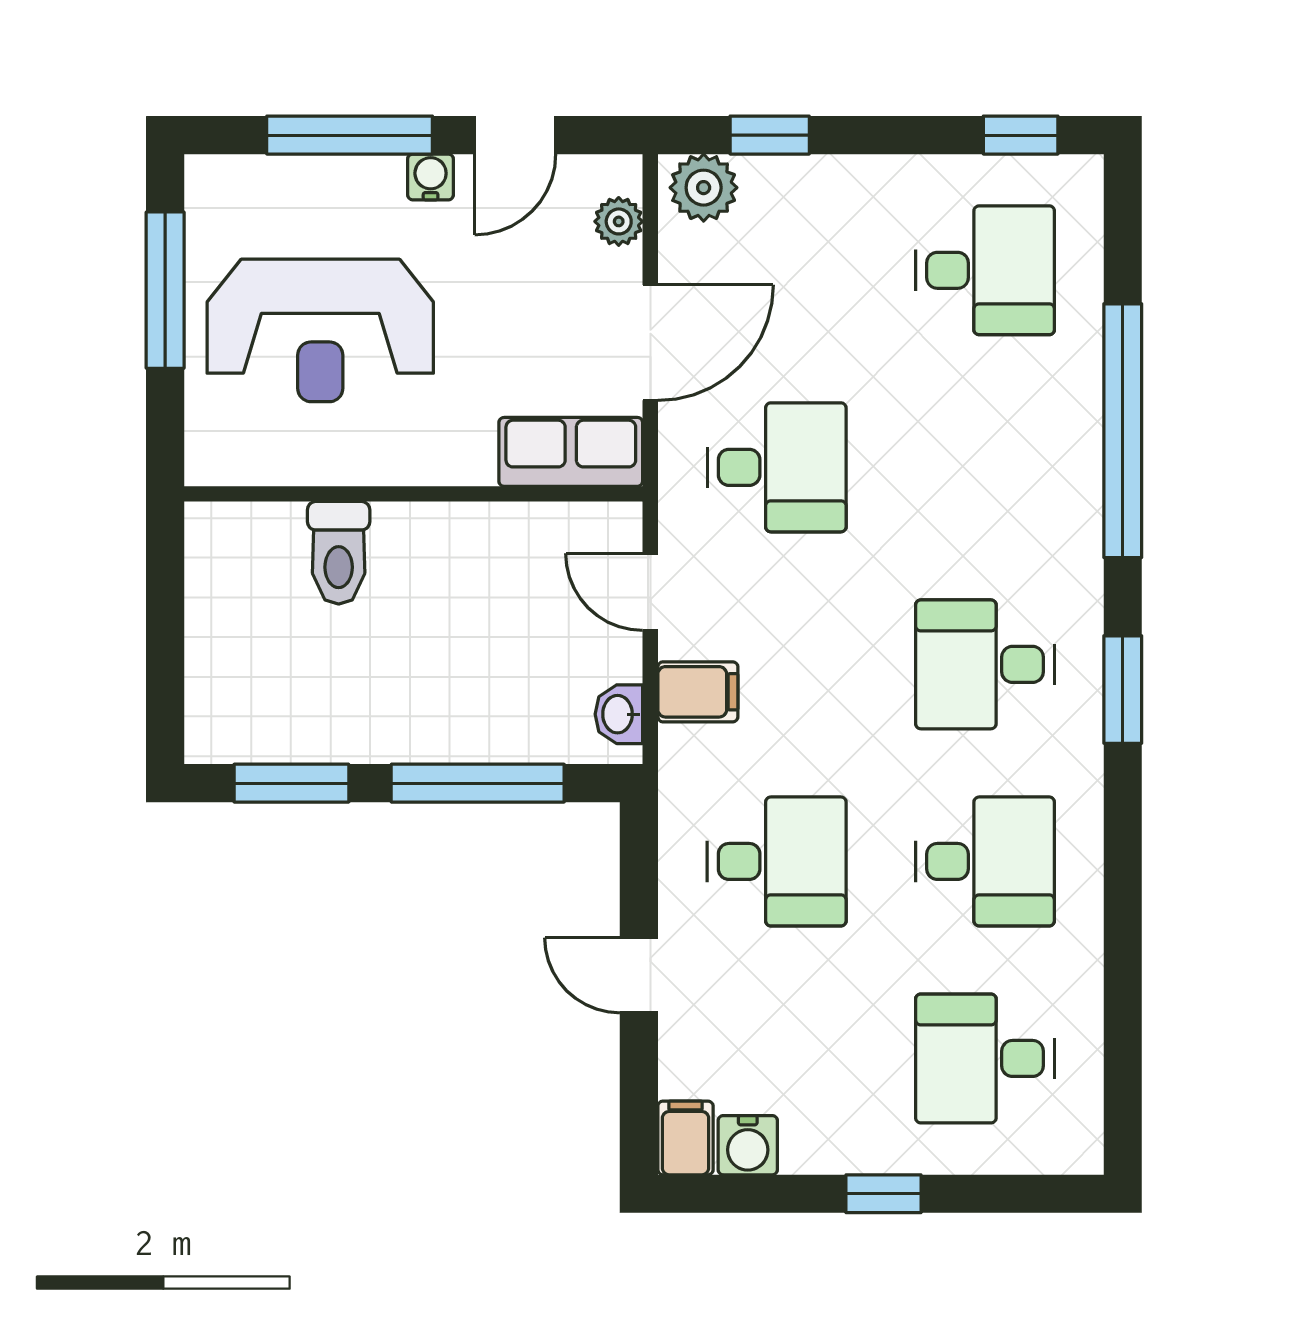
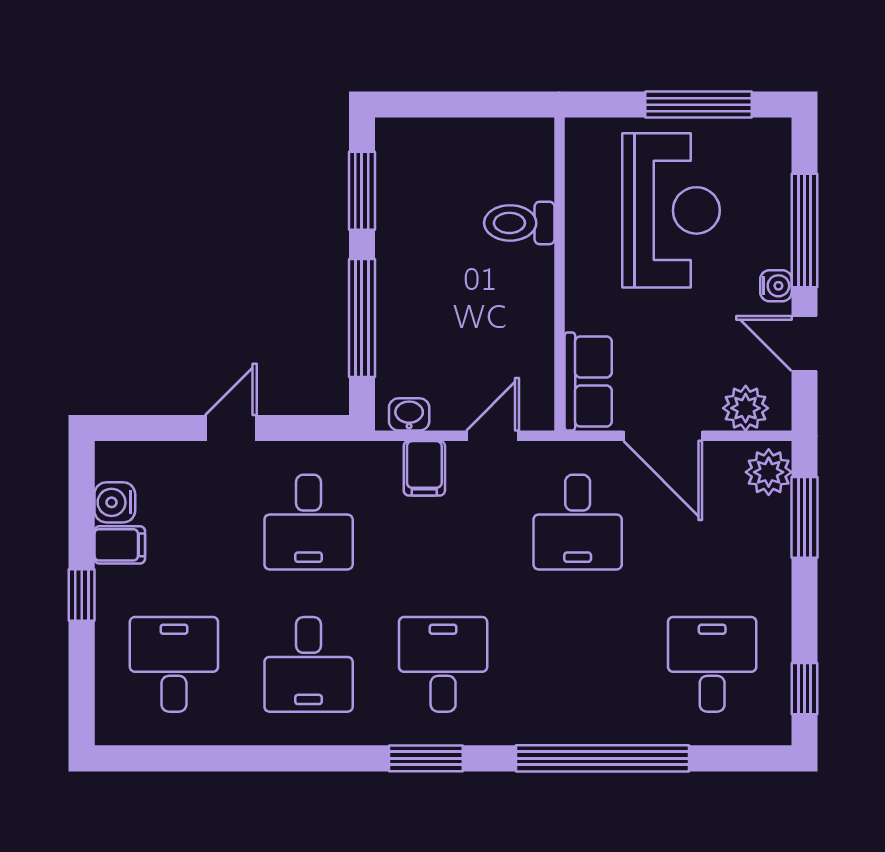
window: (770, 135) -> (804, 517), width x1.50
plant: (619, 221) -> (746, 408), width x1.38, depth x1.38
desk: (985, 270) -> (712, 664), turned 180
reception desk: (320, 330) -> (671, 210), turned 180
filing cabinet: (685, 1138) -> (120, 545), moved

